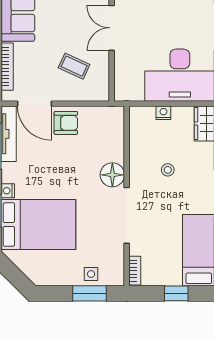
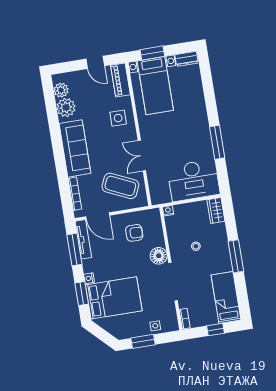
coffee table: (74, 66) -> (120, 186), width x1.86, depth x1.72
nightstand: (163, 113) -> (168, 211), moved
armchair: (66, 123) -> (134, 233), moved
window: (89, 293) -> (143, 341), moved

